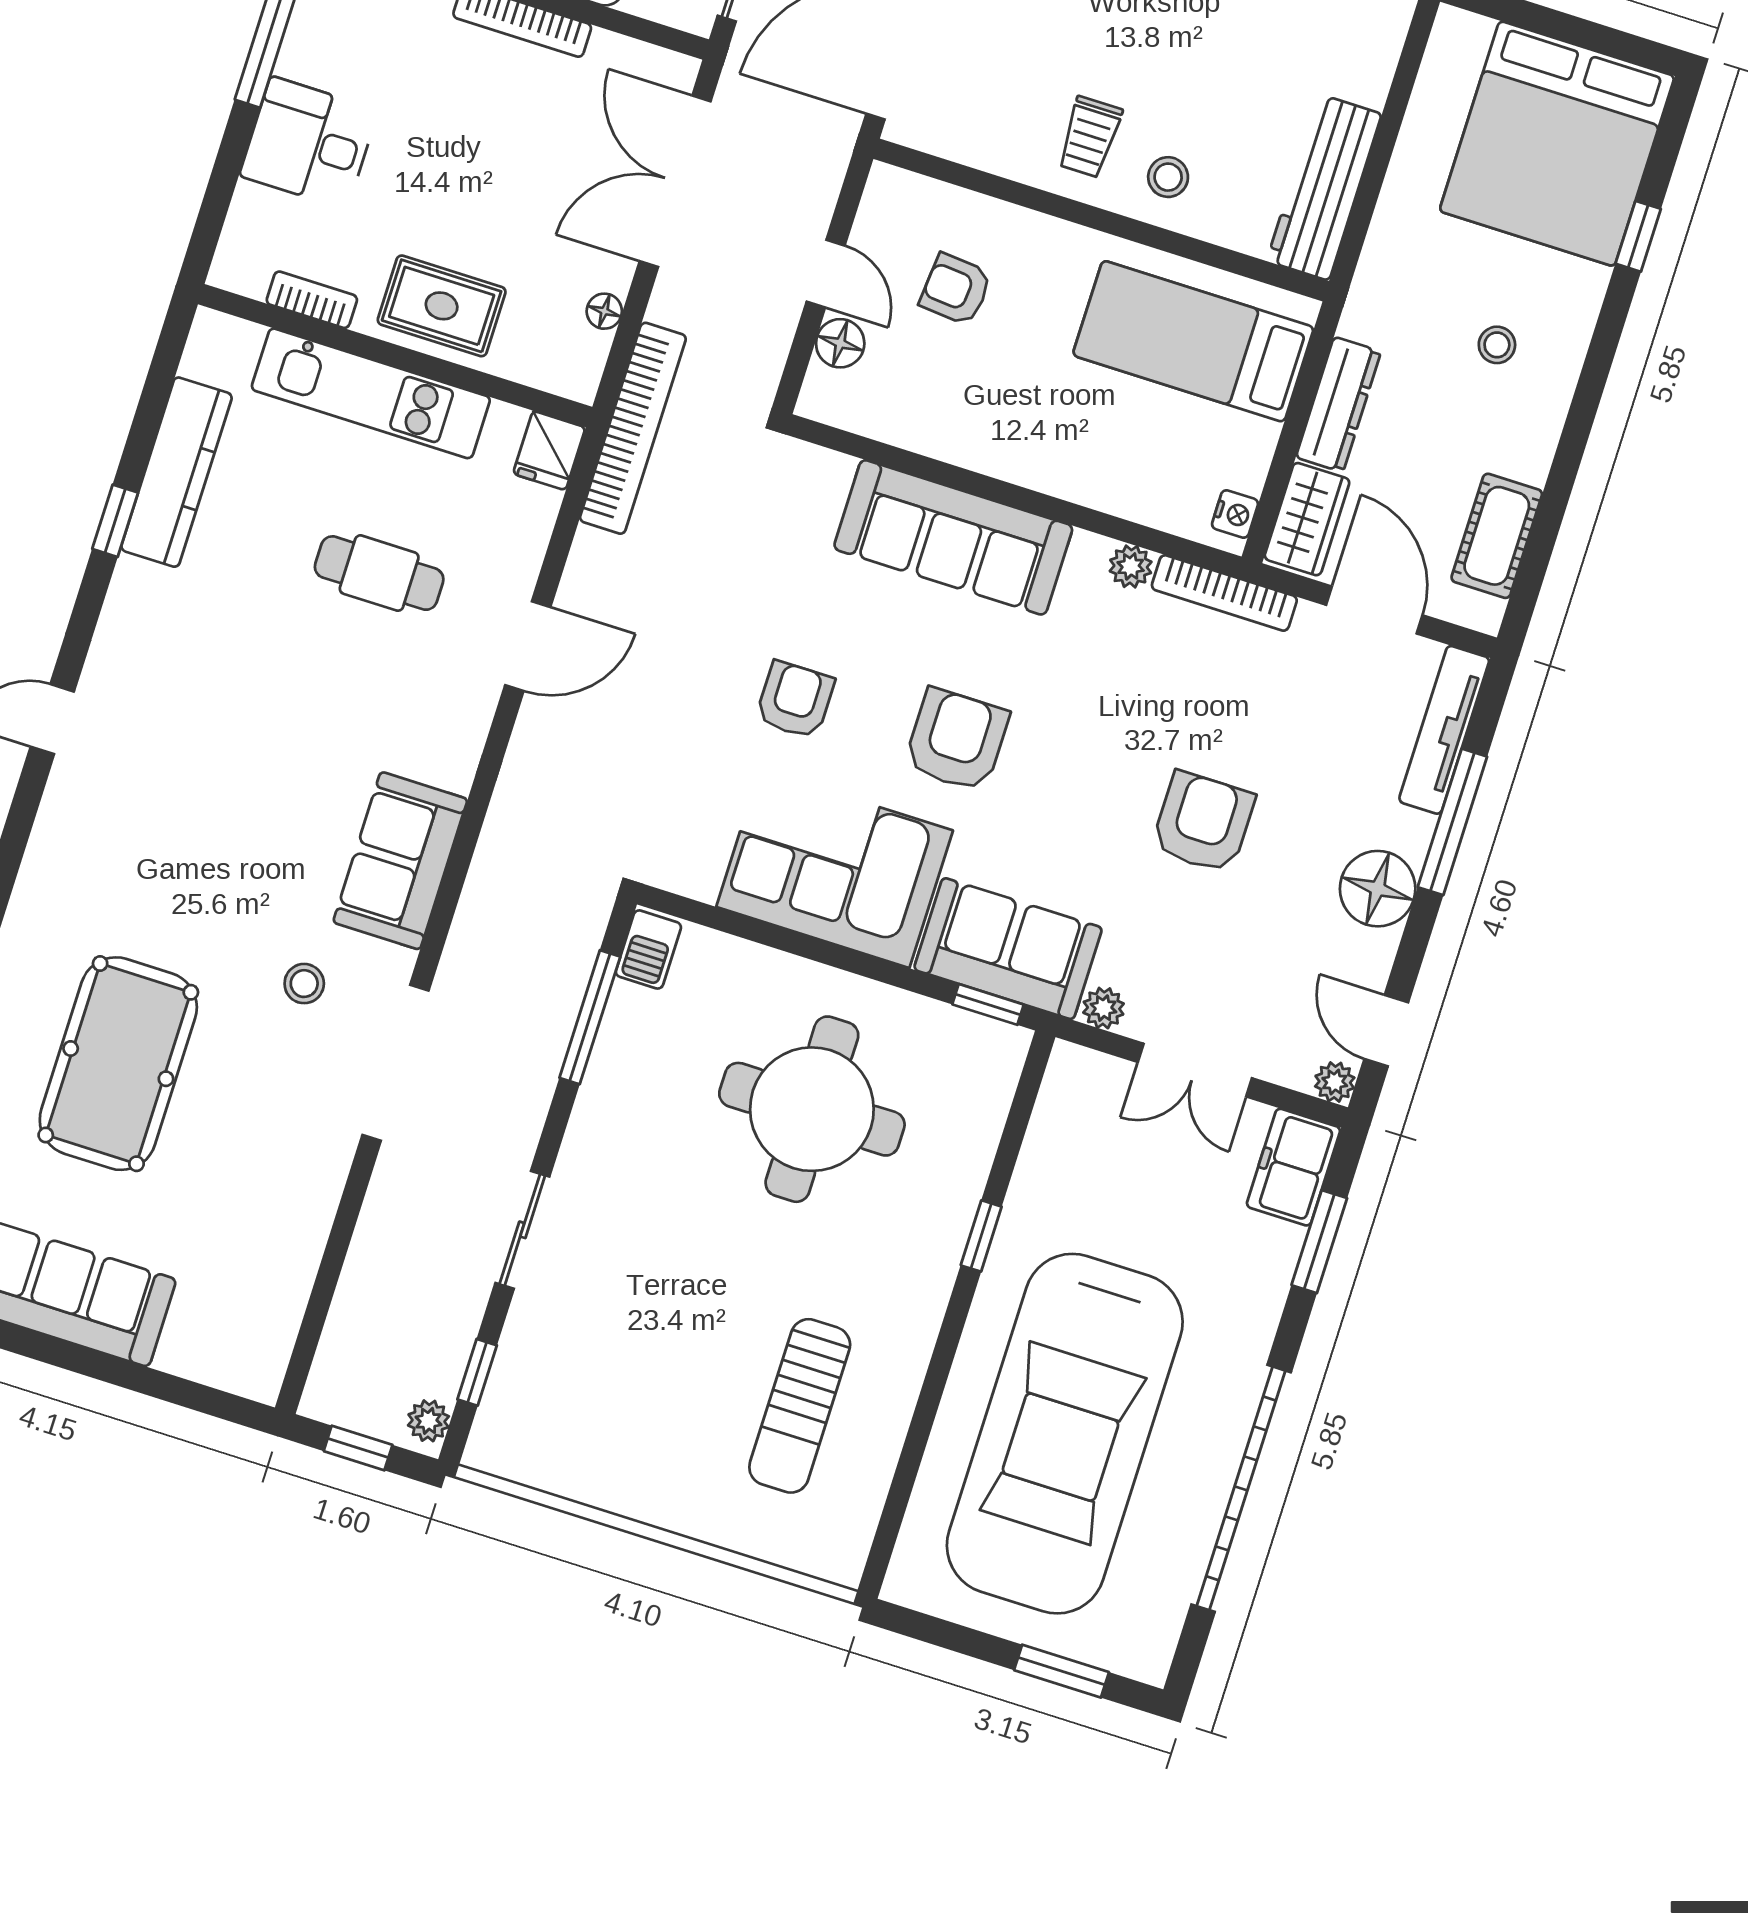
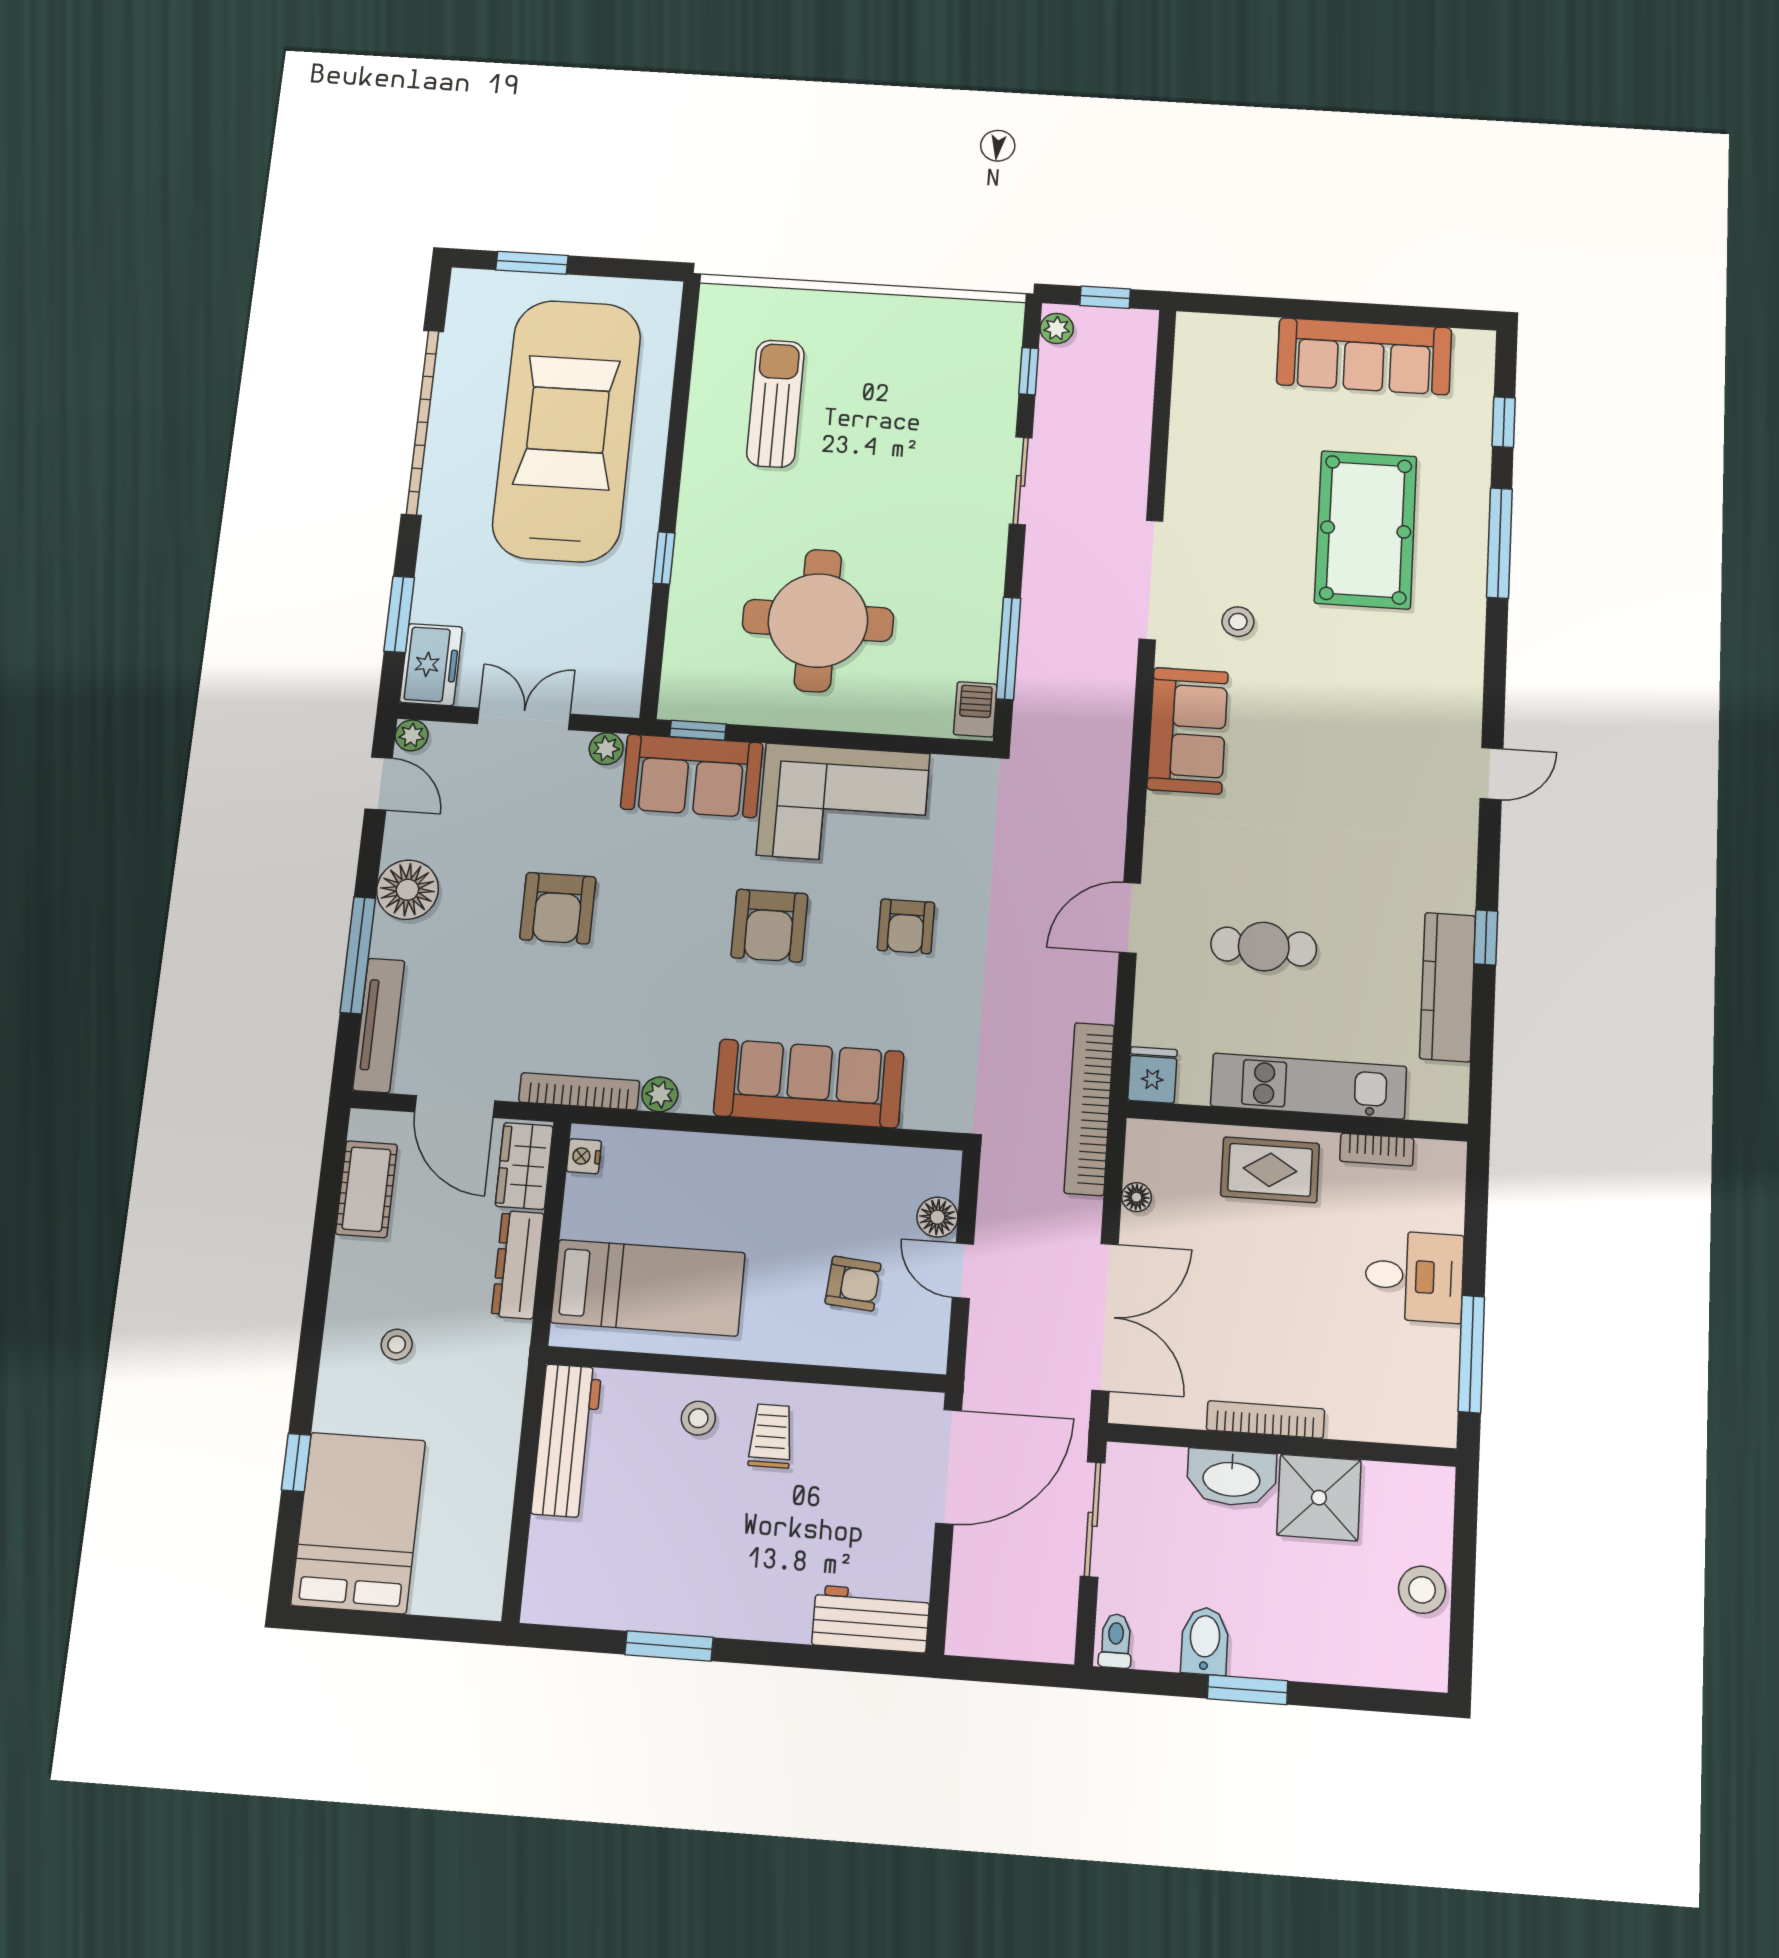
bed: (1557, 144) -> (358, 1523), width x0.73

